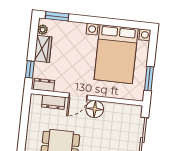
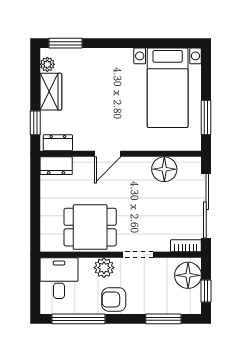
bed with nightstands: (116, 54) -> (168, 88), width x0.73
dresser: (53, 102) -> (56, 166), moved
floor lamp: (95, 109) -> (164, 169), moved

